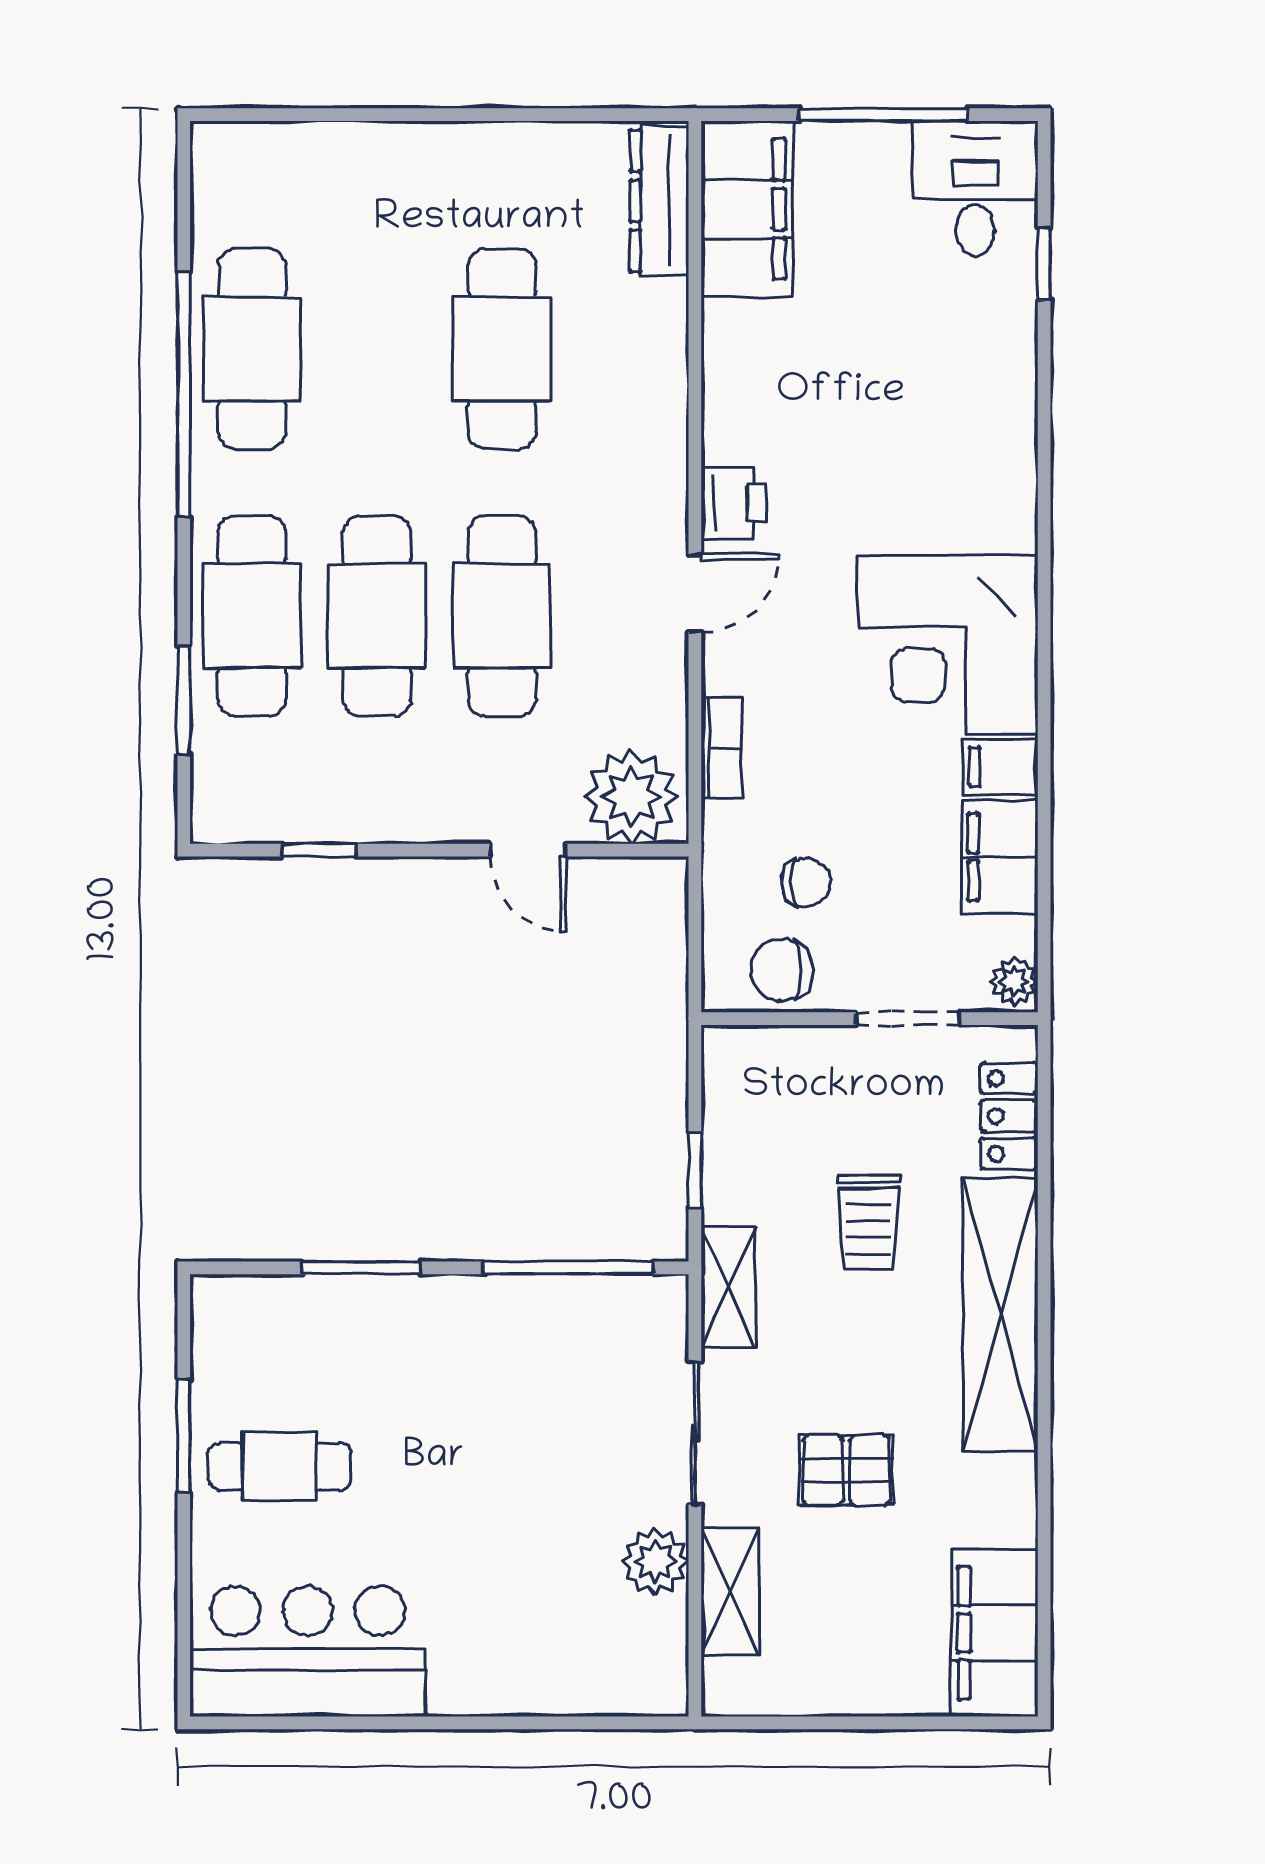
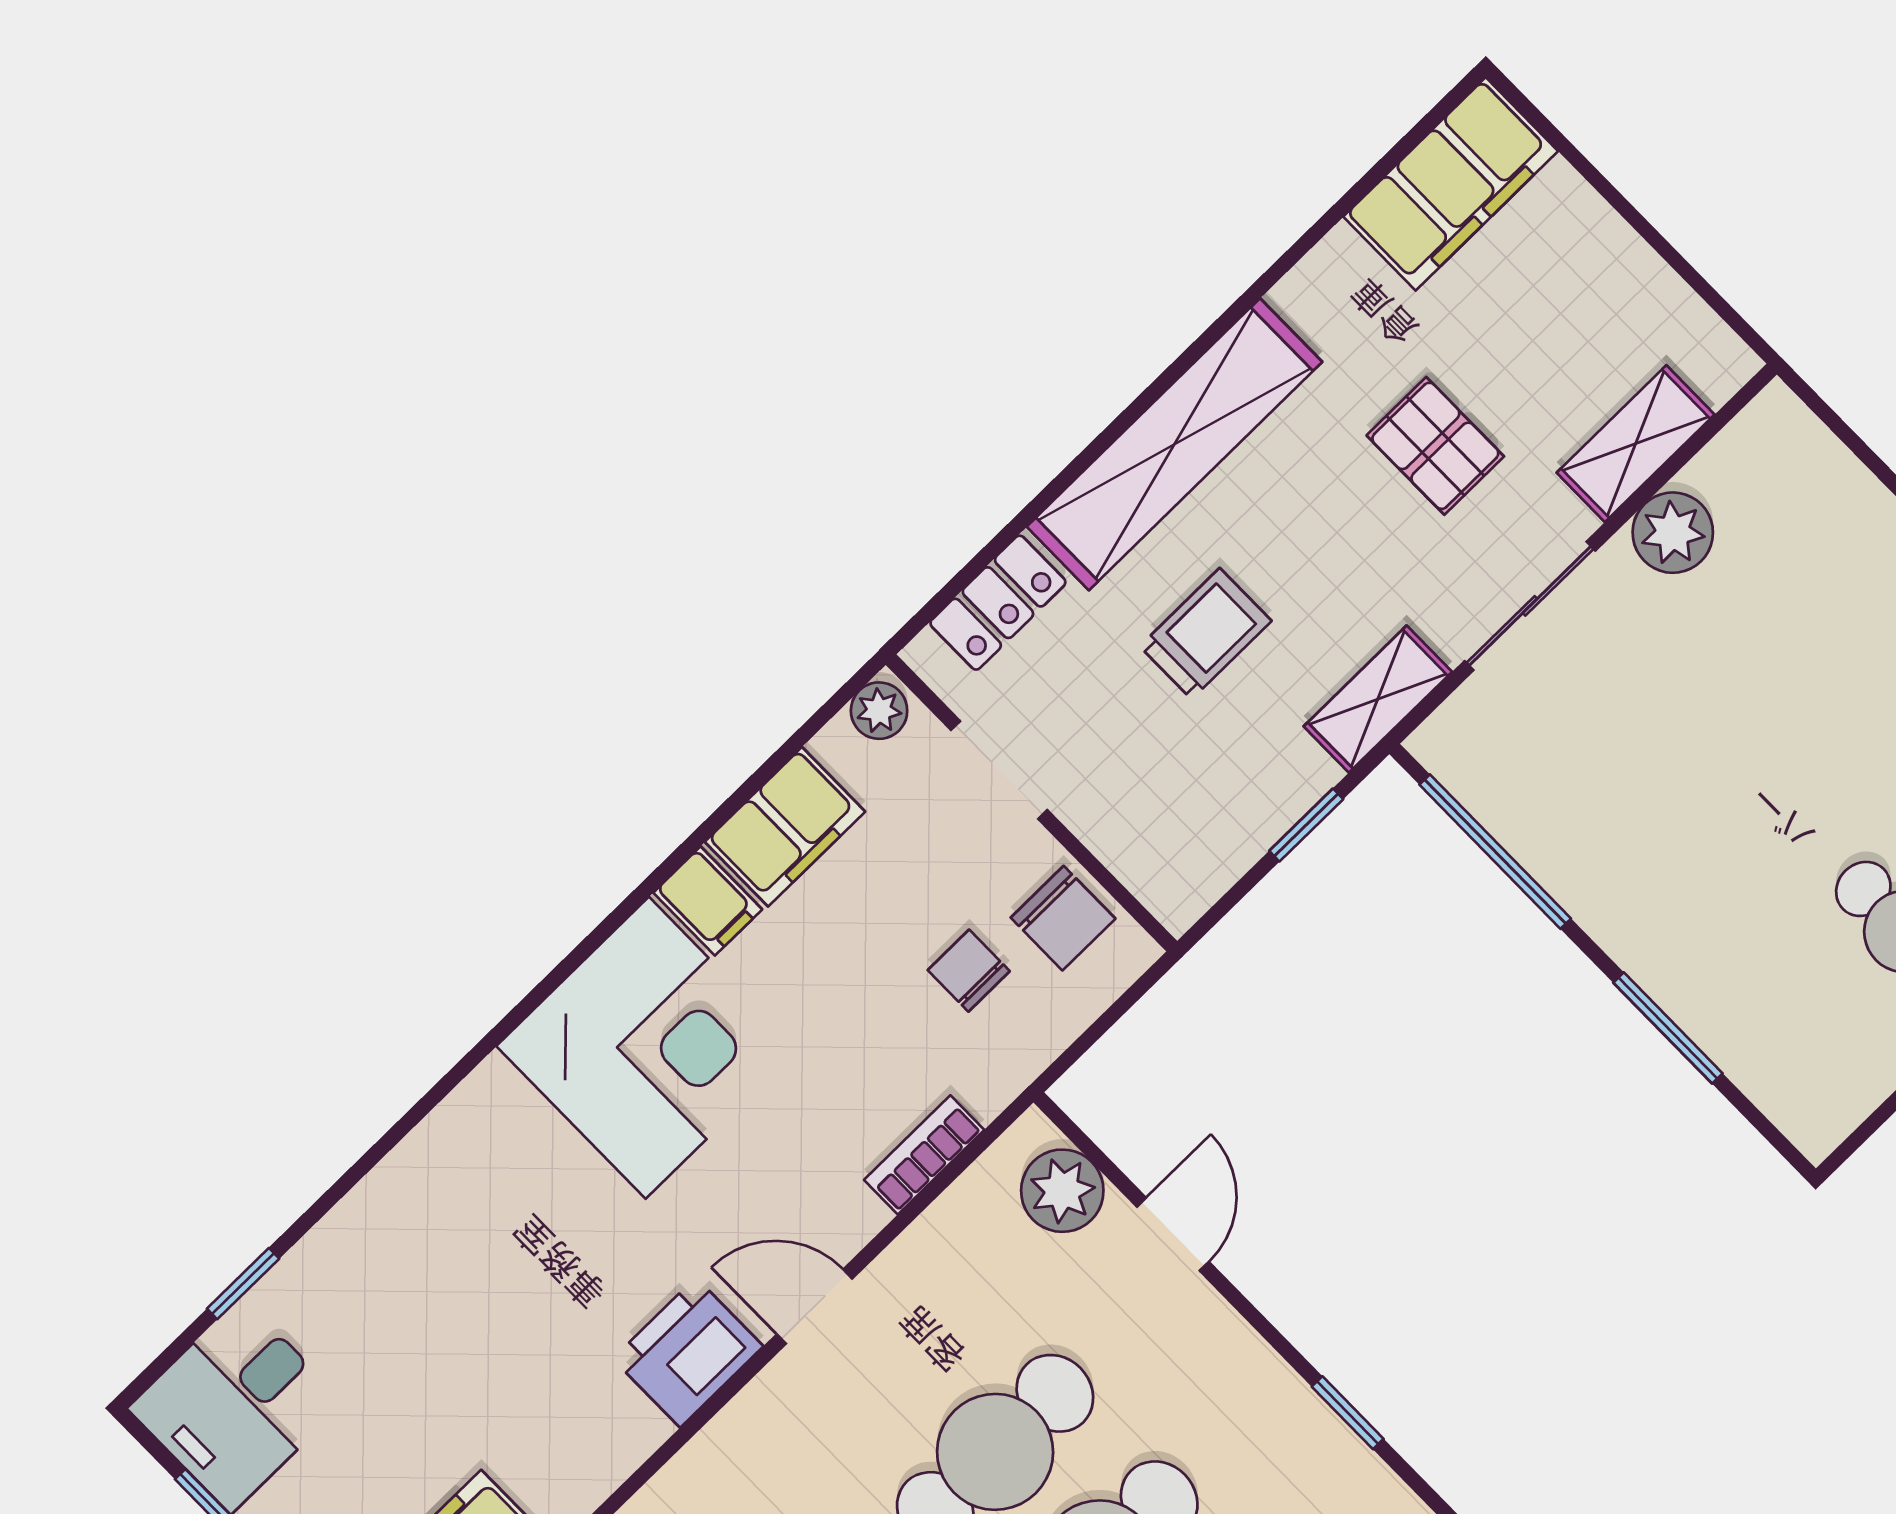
printer: (734, 503) -> (688, 1352), width x1.36, depth x1.24
plant: (631, 797) -> (1062, 1191), width x0.73, depth x0.73

